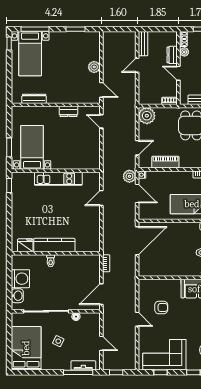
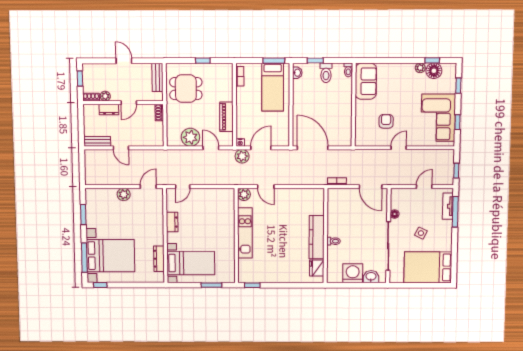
bed with nightstands: (30, 54) -> (111, 256), width x1.36
plant: (147, 116) -> (190, 137), moved
bed with nightstands: (32, 147) -> (191, 263), moved, turned 180
plant: (94, 178) -> (244, 194), added

